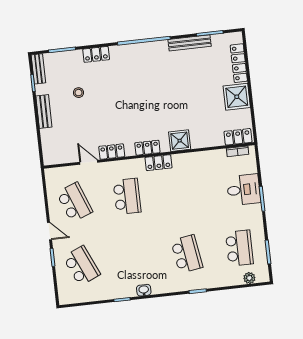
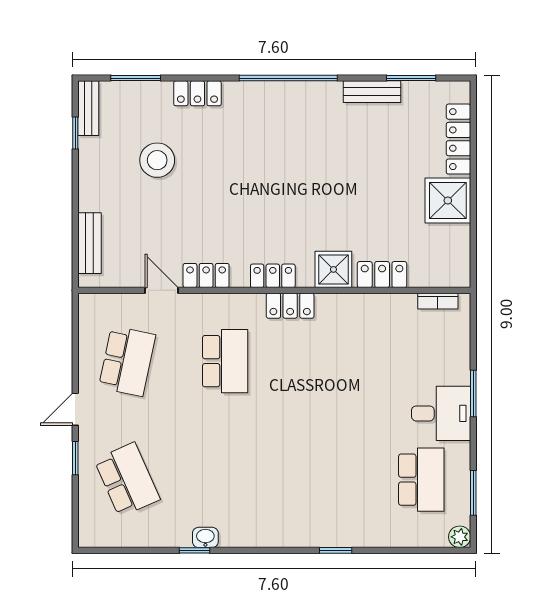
bench: (190, 43) -> (372, 92), width x0.73
stool: (78, 93) -> (157, 160), width x1.89, depth x1.89
bench: (44, 111) -> (89, 243), moved
locker: (238, 137) -> (382, 275), moved
desk: (244, 190) -> (441, 413), moved
school desk: (74, 202) -> (127, 361), turned 33
door: (49, 231) -> (75, 409), swing flipped
school desk: (187, 254) -> (323, 480), removed
plant: (249, 278) -> (460, 537), moved
washbasin: (144, 290) -> (205, 537), moved

